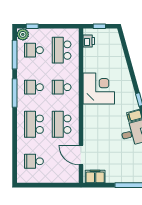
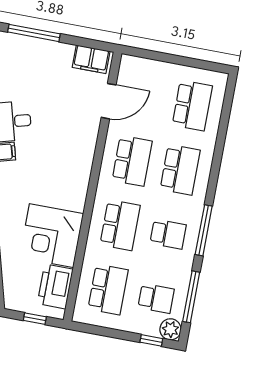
printer: (89, 41) -> (55, 286), width x1.87, depth x1.48
school desk: (62, 87) -> (120, 225), width x1.85
corner desk: (99, 88) -> (51, 236), moved
door: (81, 155) -> (109, 101), hinge flipped
school desk: (34, 161) -> (192, 105), width x1.85

